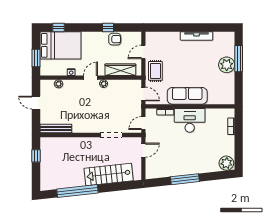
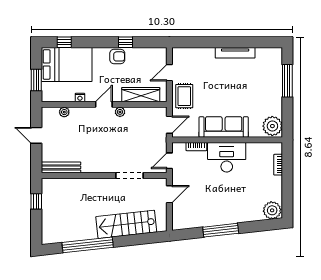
armchair: (115, 39) -> (117, 56), moved
plant: (227, 65) -> (272, 126), moved
door: (143, 94) -> (169, 125), hinge flipped

